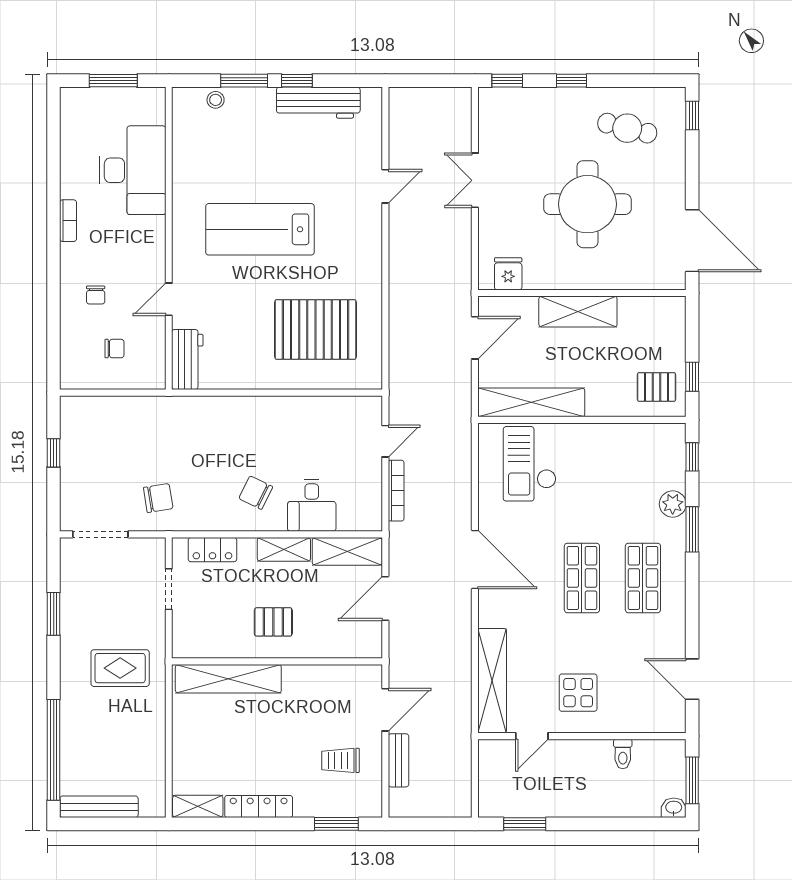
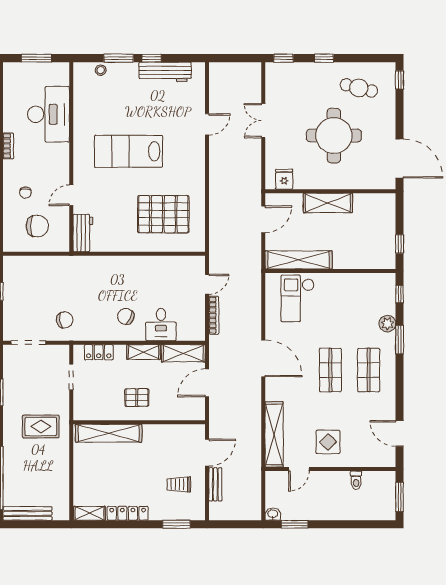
chair: (114, 349) -> (37, 226), width x1.87, depth x1.87
pallet: (657, 387) -> (377, 250), removed
washbasin: (674, 808) -> (273, 514), moved

